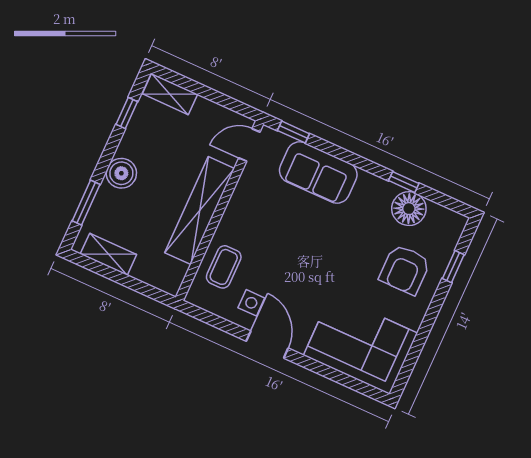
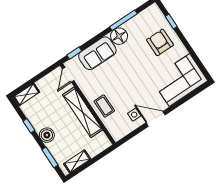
window: (127, 113) -> (29, 126), moved
window: (404, 182) -> (123, 20), width x2.17
floor lamp: (409, 209) -> (119, 36), moved
coffee table: (224, 267) -> (104, 106), moved
armchair: (405, 270) -> (160, 42), turned 180

